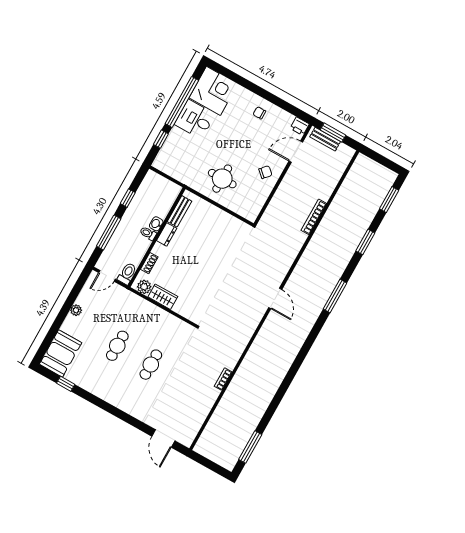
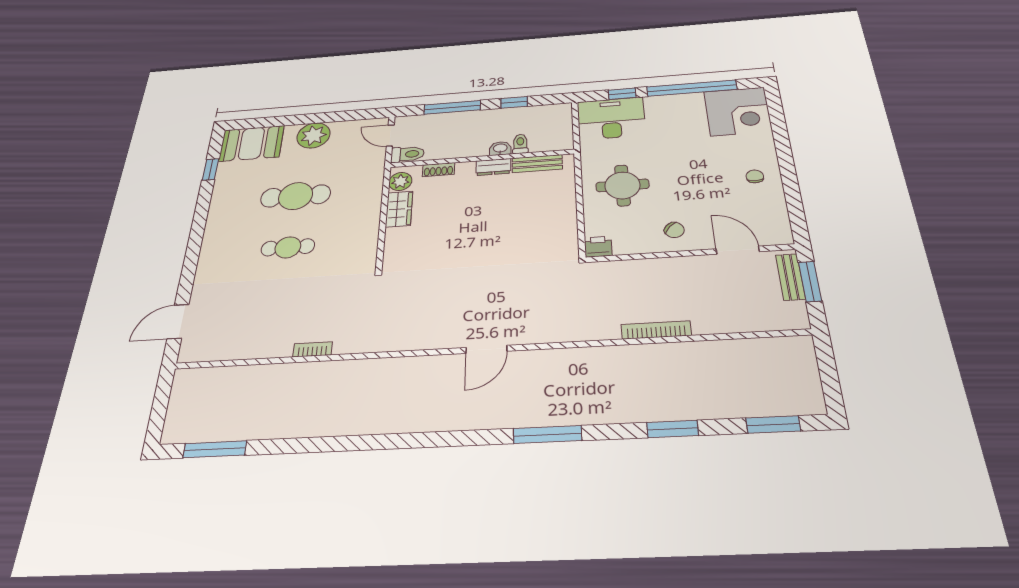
desk: (195, 119) -> (611, 118), moved, width x1.37
printer: (300, 126) -> (598, 247), moved, turned 90
toilet: (148, 233) -> (520, 144), moved
plant: (76, 310) -> (313, 135), width x1.88, depth x1.88
cafe table: (117, 346) -> (296, 196), width x1.37, depth x1.35

